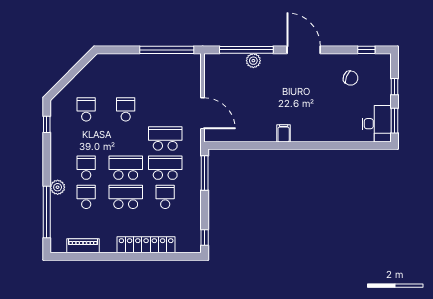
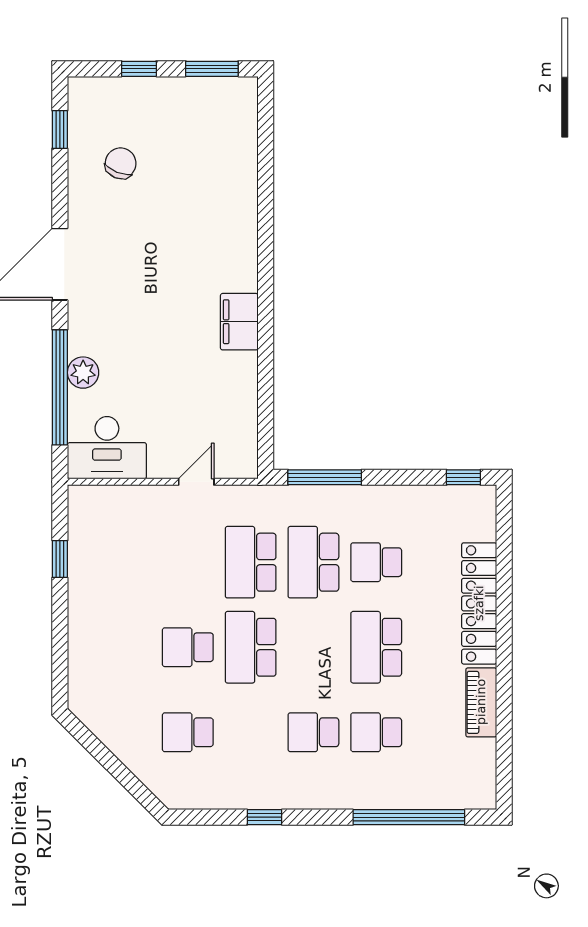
window: (167, 50) -> (60, 559), width x0.32
door: (203, 113) -> (196, 482), width x0.53
window: (47, 124) -> (264, 817), moved
desk: (377, 124) -> (107, 448), moved, turned 180
filing cabinet: (284, 133) -> (239, 322), width x2.00
school desk: (126, 168) -> (251, 647), moved
plant: (58, 187) -> (355, 794), removed
piano: (83, 246) -> (481, 702), moved

